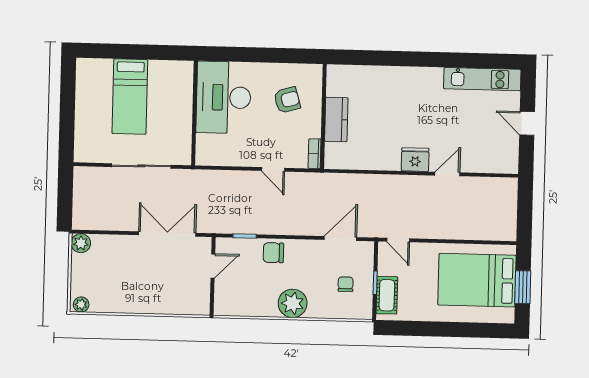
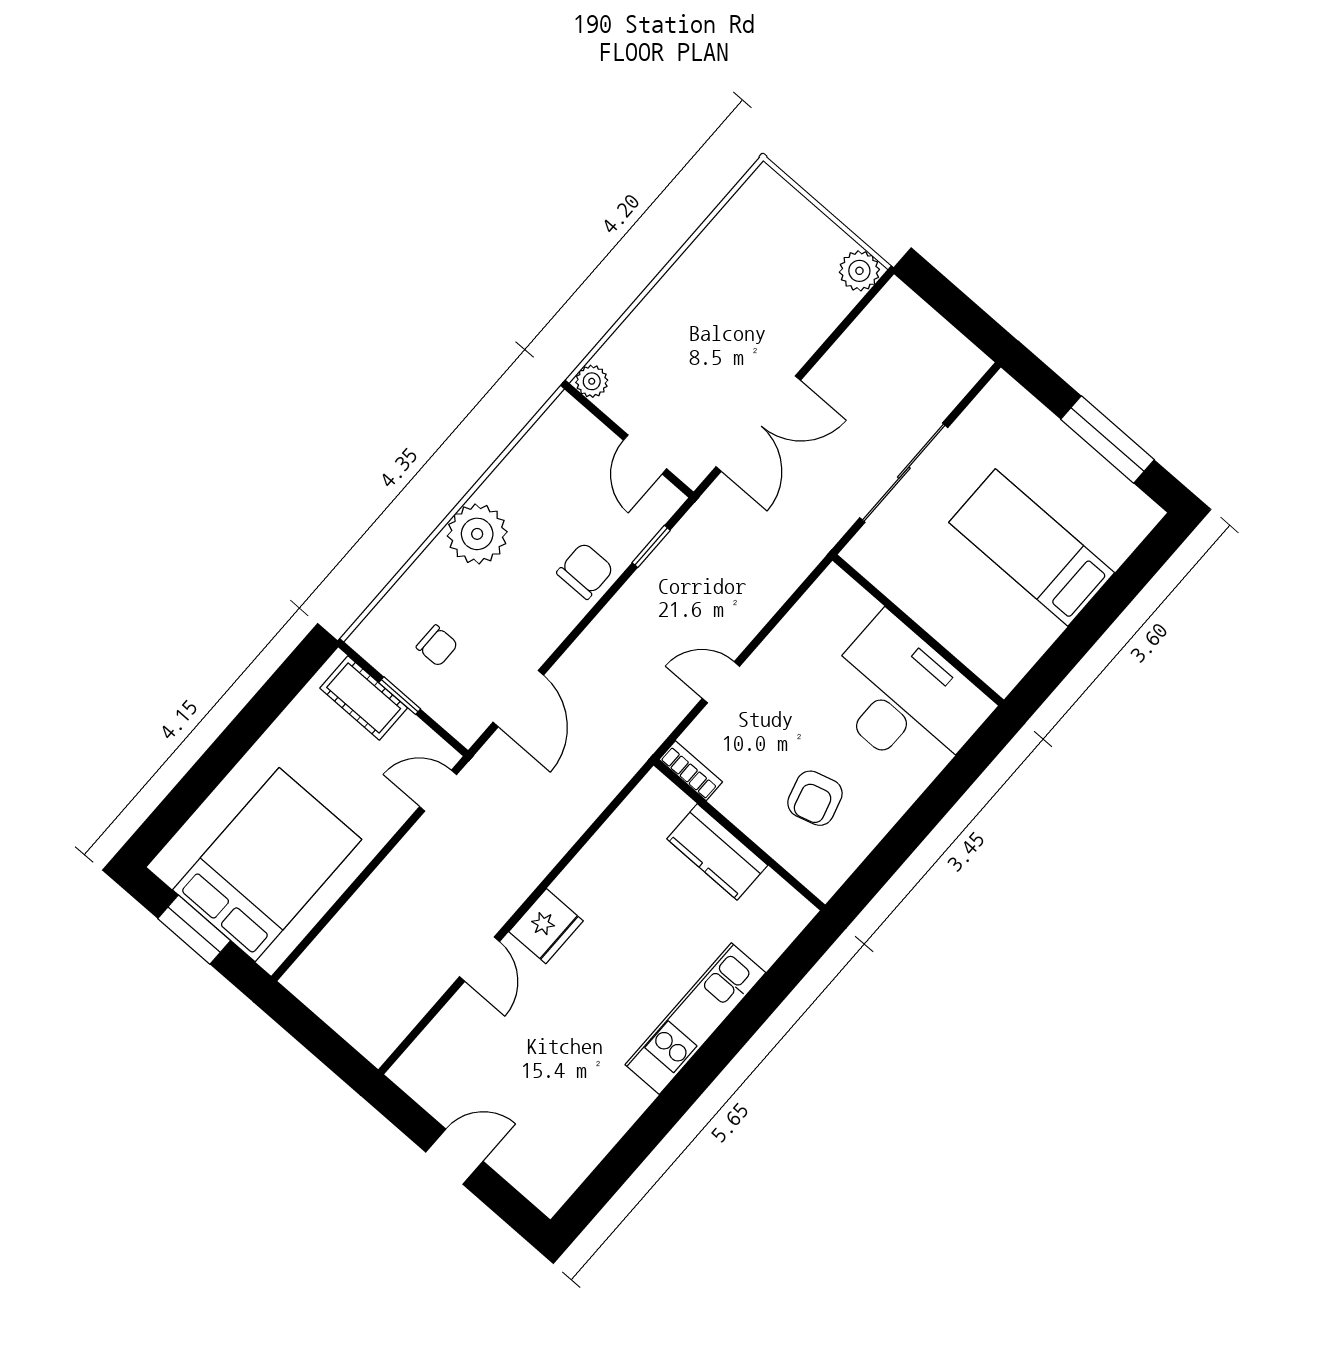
kitchen unit: (482, 79) -> (695, 1019), moved
window: (67, 101) -> (1108, 440), added
plant: (81, 304) -> (592, 381), moved

